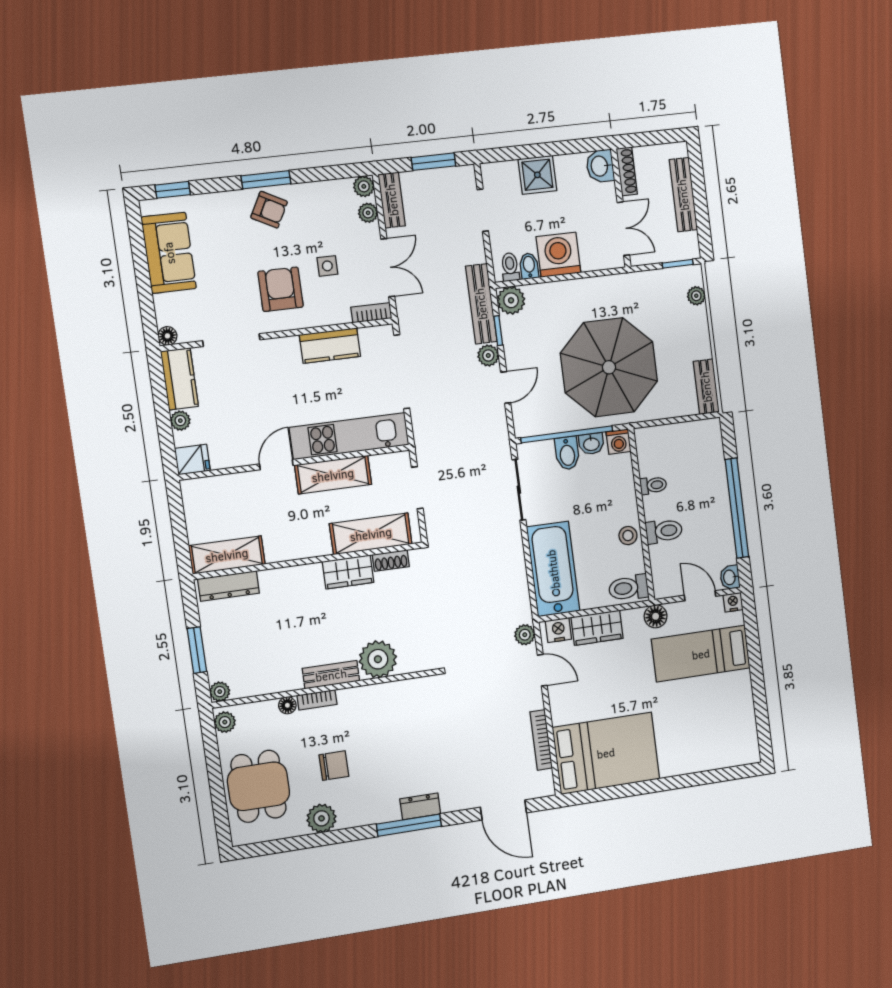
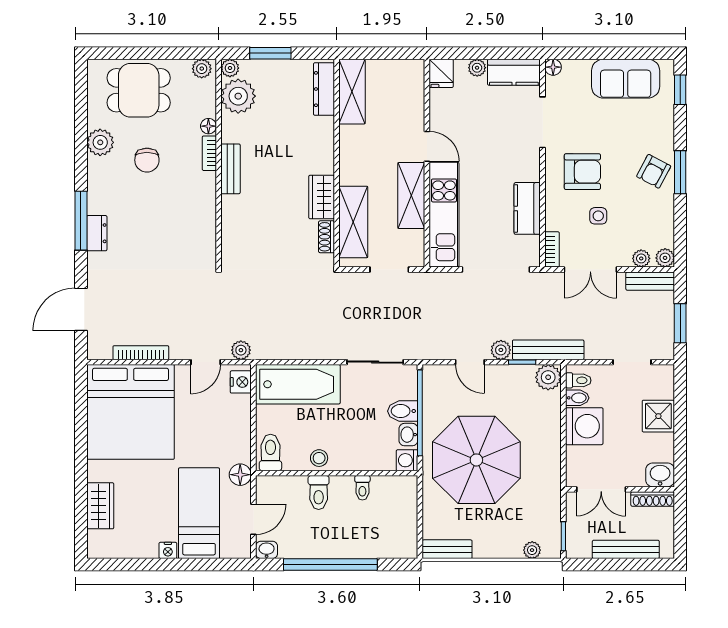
nightstand: (733, 602) -> (168, 550), moved, turned 90
wardrobe: (597, 628) -> (100, 506), moved, turned 180
plant: (378, 659) -> (238, 96), moved
bed: (606, 753) -> (131, 412), width x1.36

